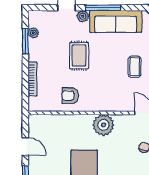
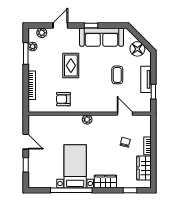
window: (103, 8) -> (91, 25), width x0.46
plant: (83, 16) -> (42, 33), moved
plant: (103, 125) -> (87, 120), width x0.53, depth x0.53

